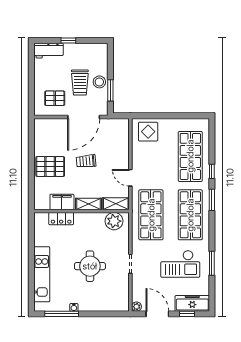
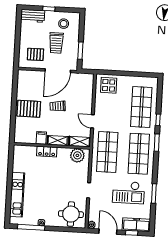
stool: (99, 82) -> (64, 24), moved
filing cabinet: (62, 202) -> (41, 138), width x0.50
locker: (61, 219) -> (47, 152), moved
round table: (90, 266) -> (71, 214), moved

